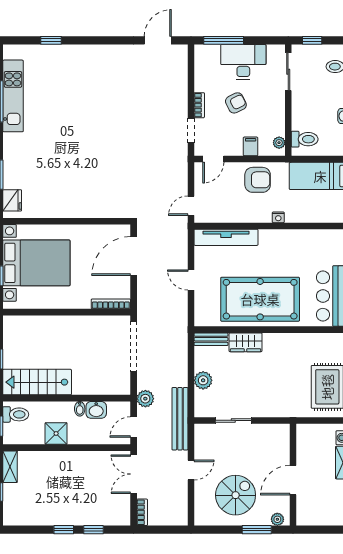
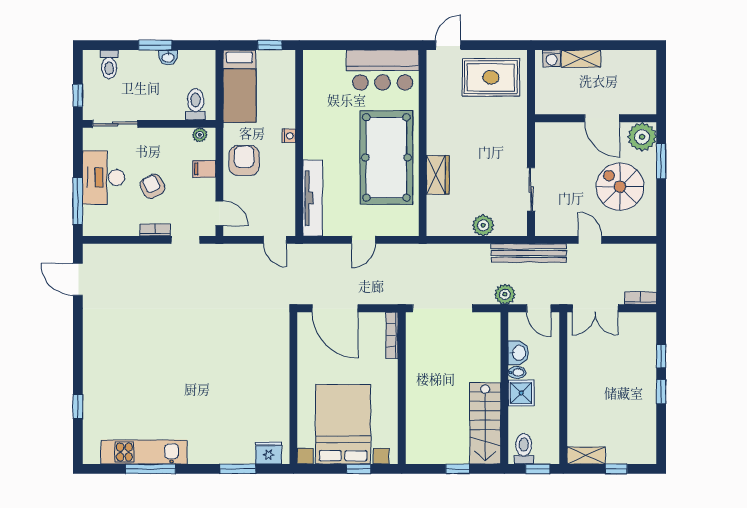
bench: (211, 339) -> (434, 216), removed
shower: (56, 433) -> (521, 393), moved
plant: (277, 519) -> (642, 137), width x1.88, depth x1.88

